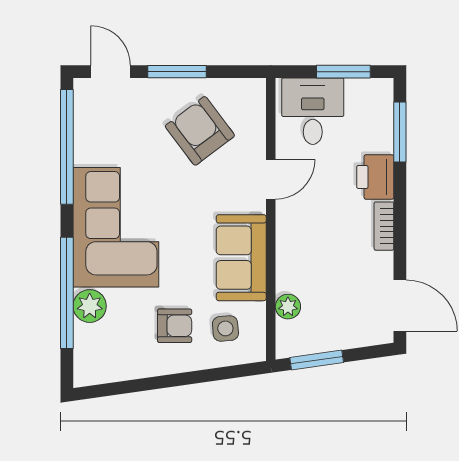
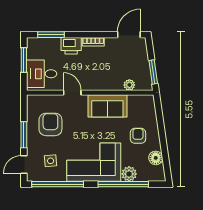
armchair: (200, 131) -> (50, 124), turned 127
side table: (225, 328) -> (51, 161), moved
floor lamp: (125, 365) -> (156, 158), added

